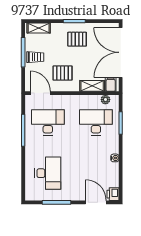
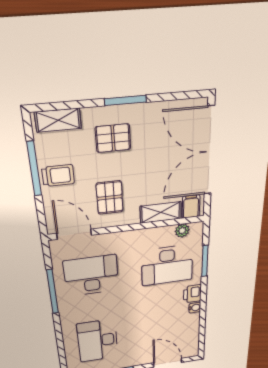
pallet: (77, 39) -> (113, 138), moved
pallet: (63, 73) -> (110, 198), turned 90
desk: (96, 122) -> (167, 265), turned 180
desk: (48, 173) -> (98, 341), turned 180
printer: (113, 194) -> (192, 294), moved

